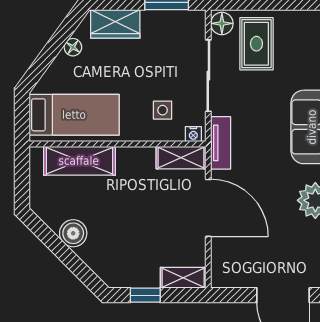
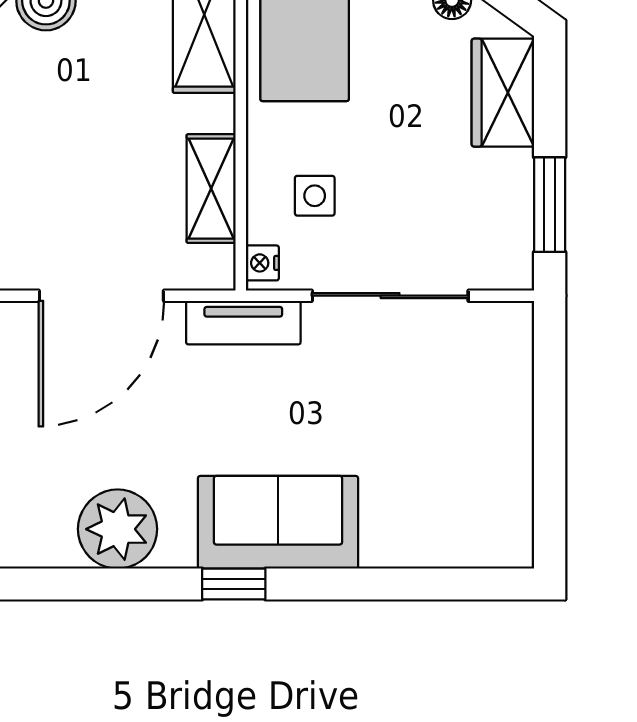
floor lamp: (222, 23) -> (504, 325), removed
rug: (256, 44) -> (460, 401), removed
shelving: (181, 158) -> (211, 189), moved

